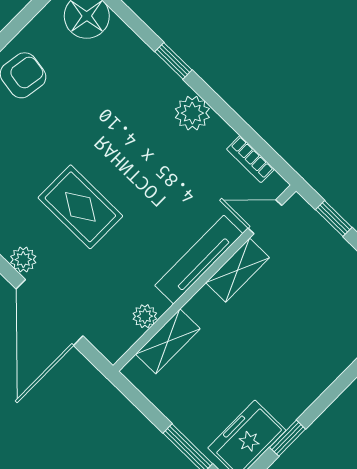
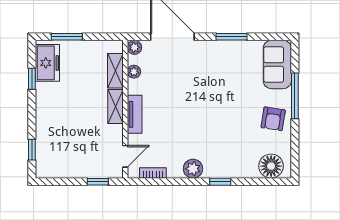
rug: (80, 207) -> (201, 90), removed
plant: (23, 260) -> (134, 47), moved
tv unit: (199, 260) -> (135, 114), width x0.71
shelving: (238, 270) -> (115, 106), moved

